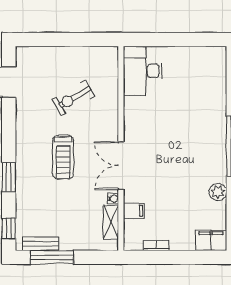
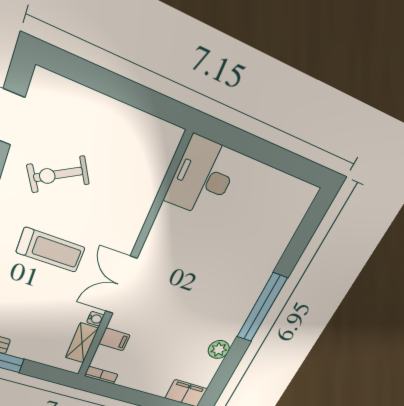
exercise bike: (73, 98) -> (58, 174), moved
treadmill: (63, 157) -> (51, 250), turned -90
bookcase: (156, 246) -> (101, 375), moved

